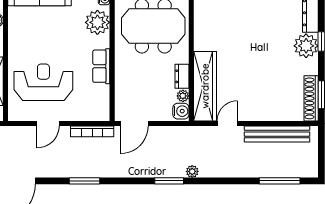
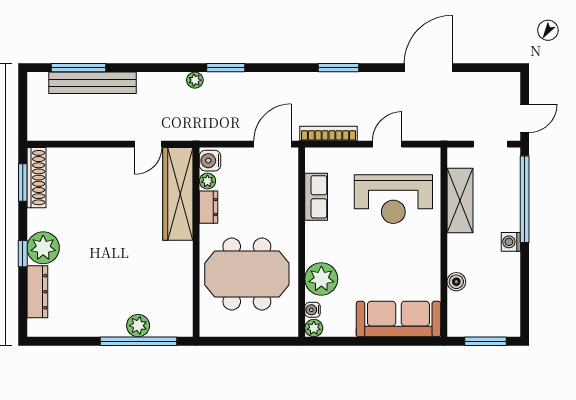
row of seats: (101, 66) -> (316, 197), moved
bench: (277, 134) -> (93, 83), moved

